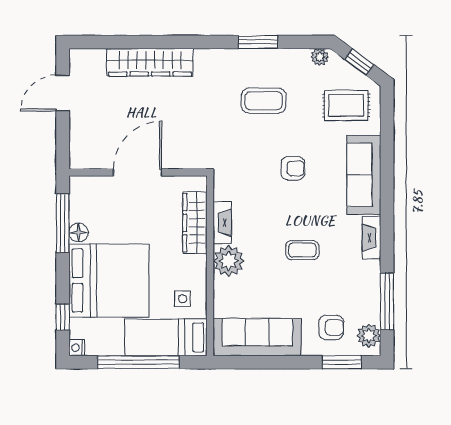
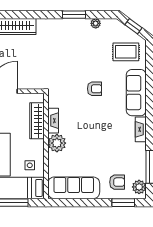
plant: (320, 57) -> (96, 23), moved
coffee table: (264, 101) -> (77, 49), removed
coffee table: (302, 250) -> (100, 137), removed

